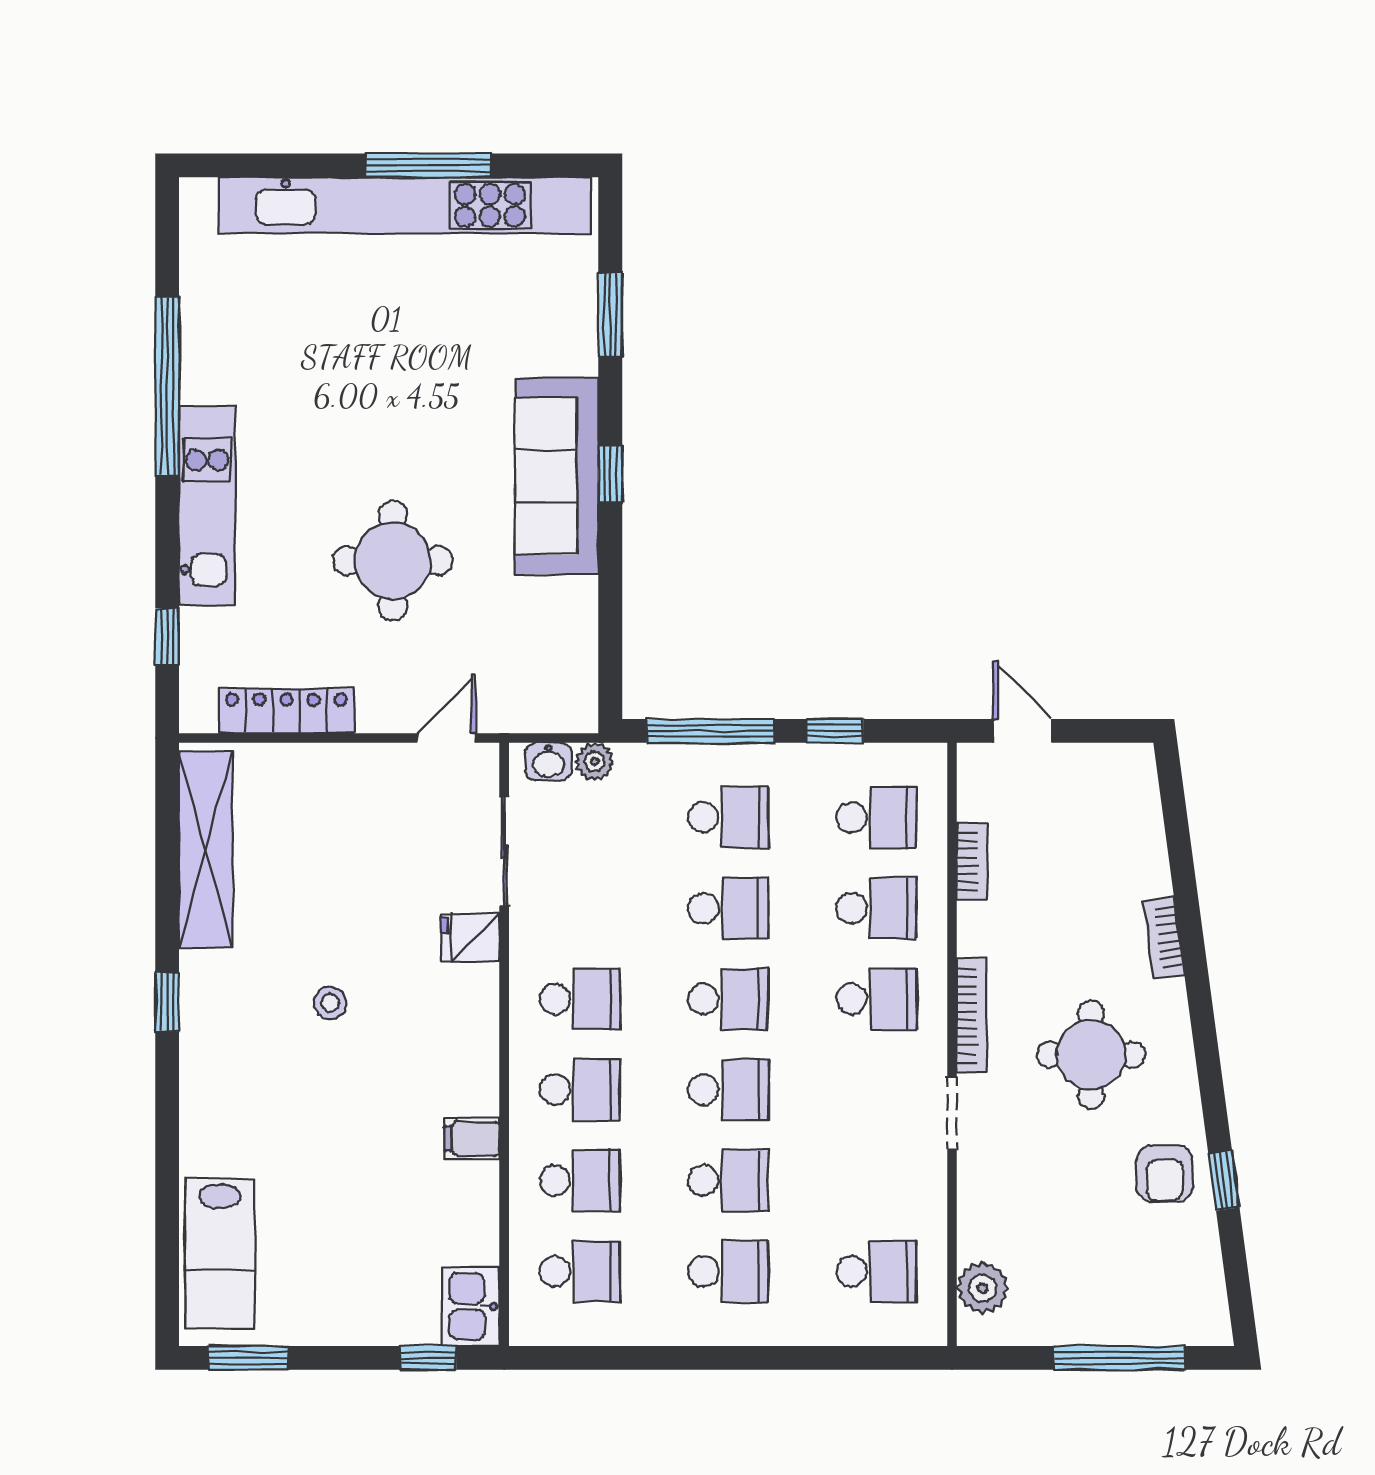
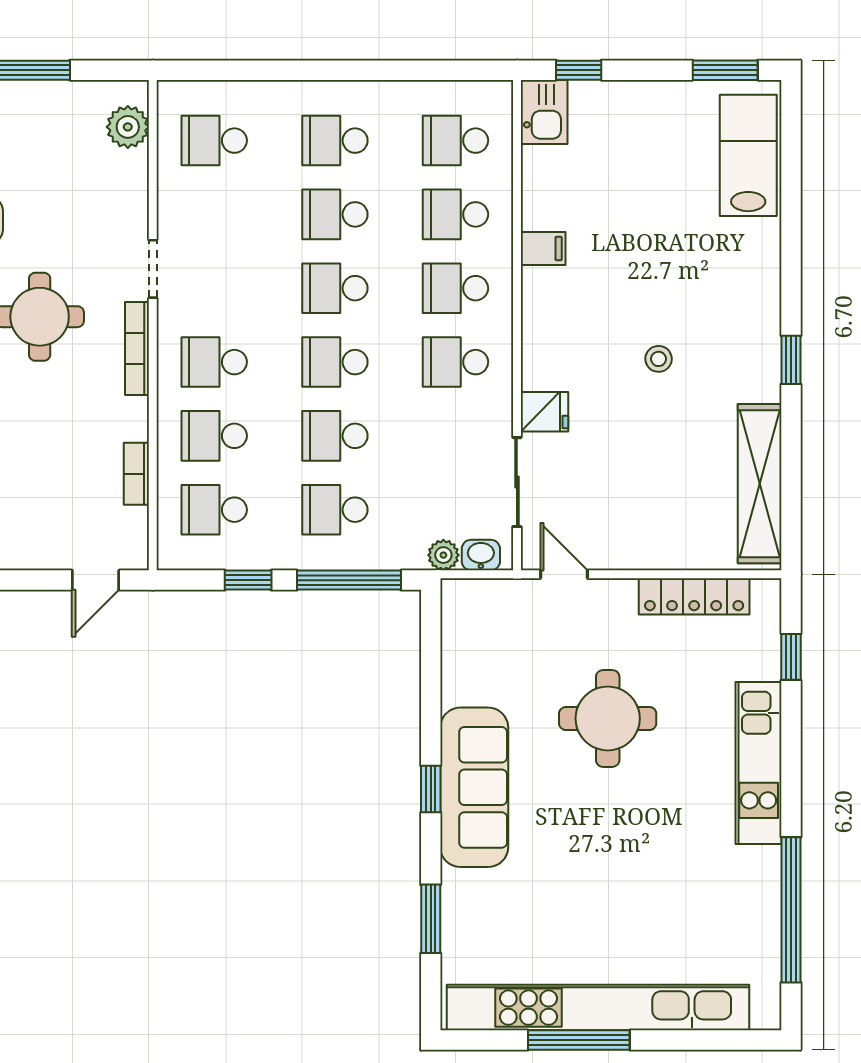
window: (167, 386) -> (791, 910), moved
door: (1022, 731) -> (96, 580), hinge flipped
door: (446, 738) -> (564, 574), swing flipped

